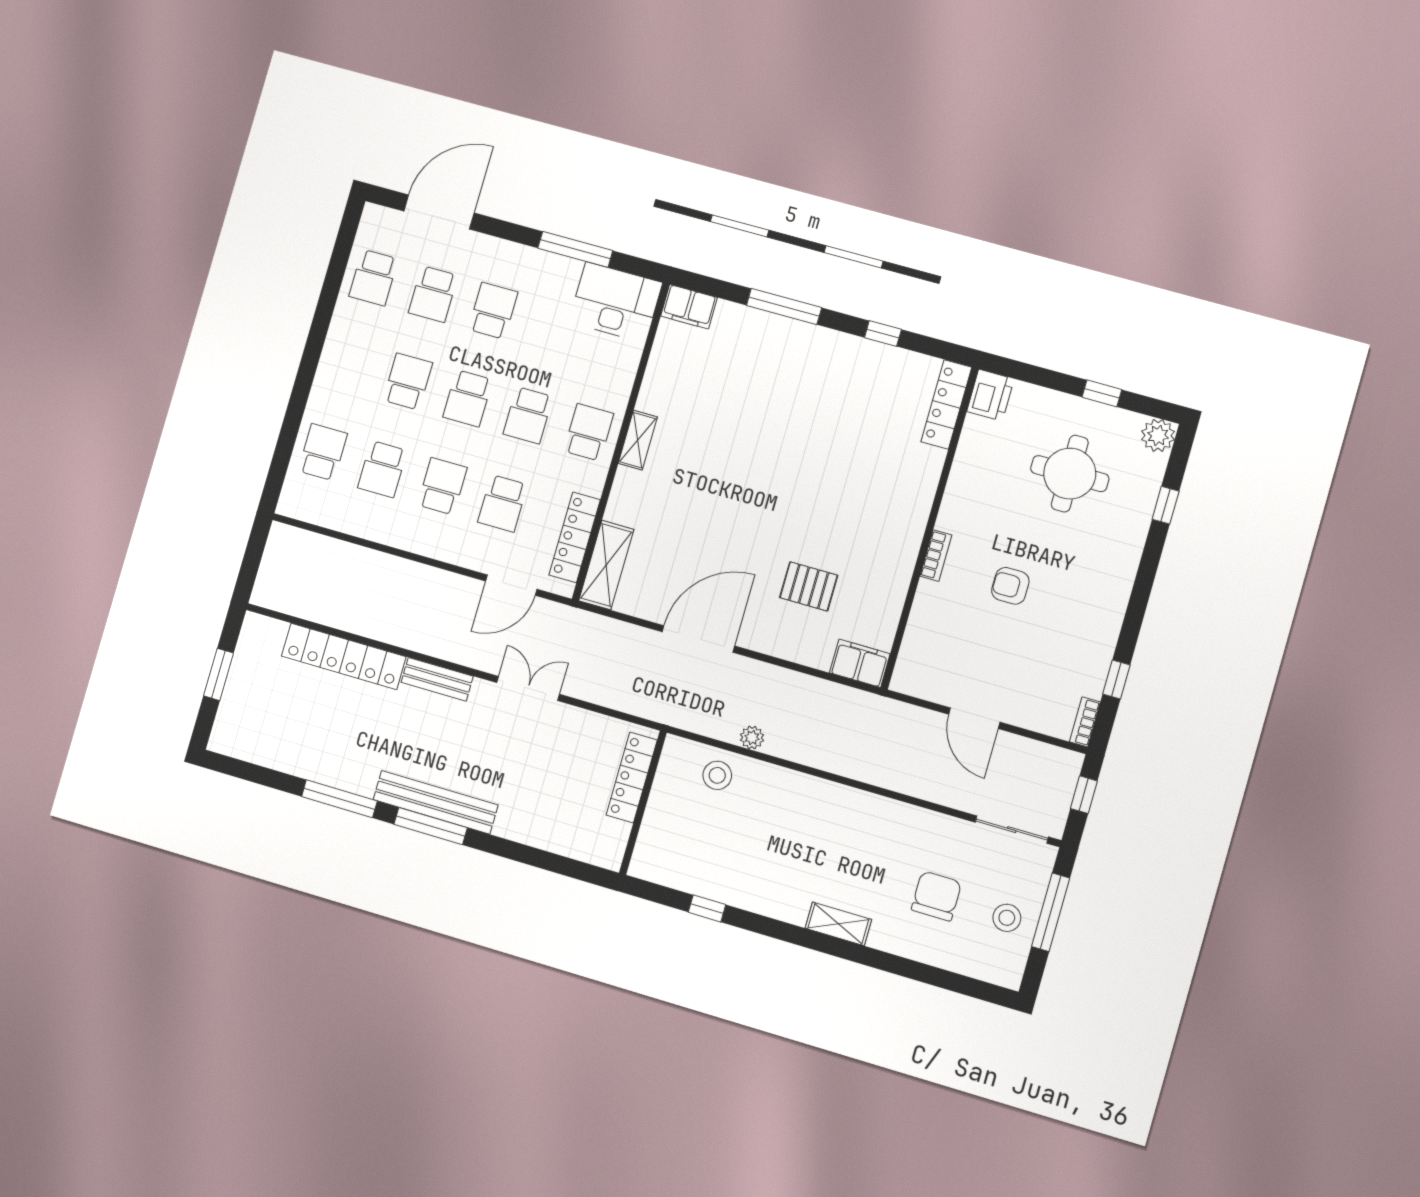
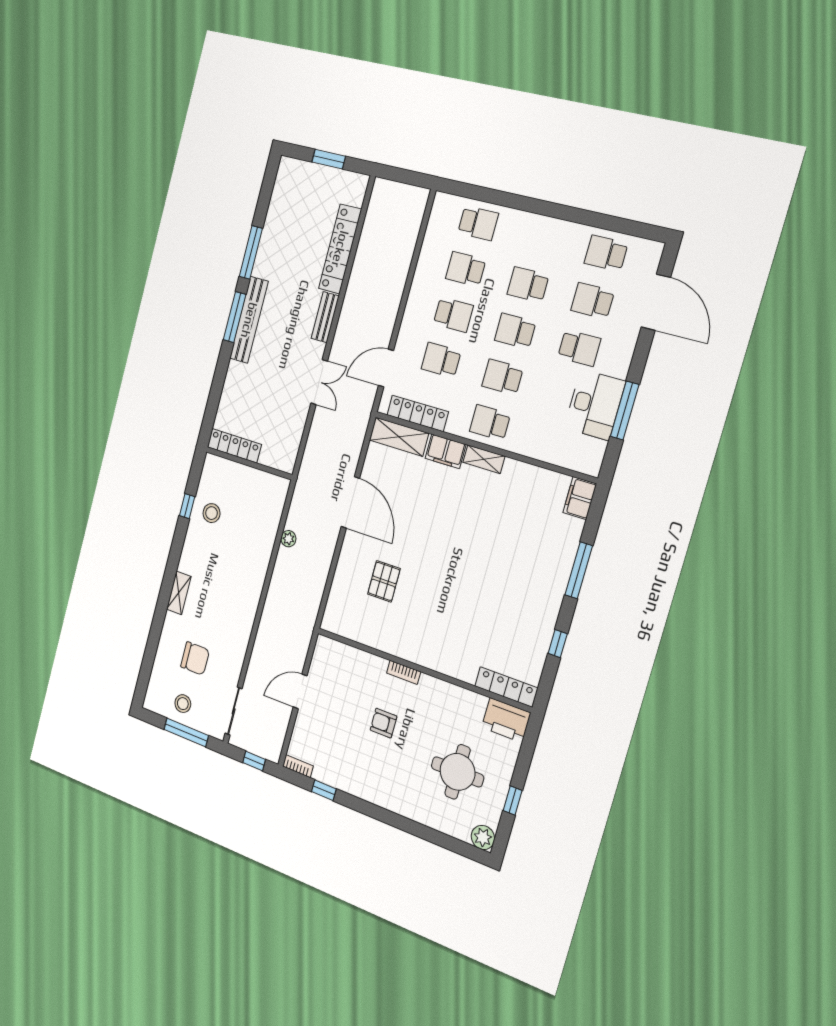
desk: (616, 302) -> (595, 405), moved
school desk: (408, 382) -> (528, 285), turned 180
printer: (990, 395) -> (506, 720), width x1.37, depth x1.19
school desk: (589, 432) -> (490, 423), turned 180
window: (1166, 505) -> (436, 837), removed
door: (511, 585) -> (386, 368), hinge flipped
armchair: (1010, 586) -> (383, 723), turned -90
filing cabinet: (860, 663) -> (446, 451), moved, turned 90
stool: (717, 775) -> (212, 513), moved
locker: (632, 777) -> (234, 446), moved

